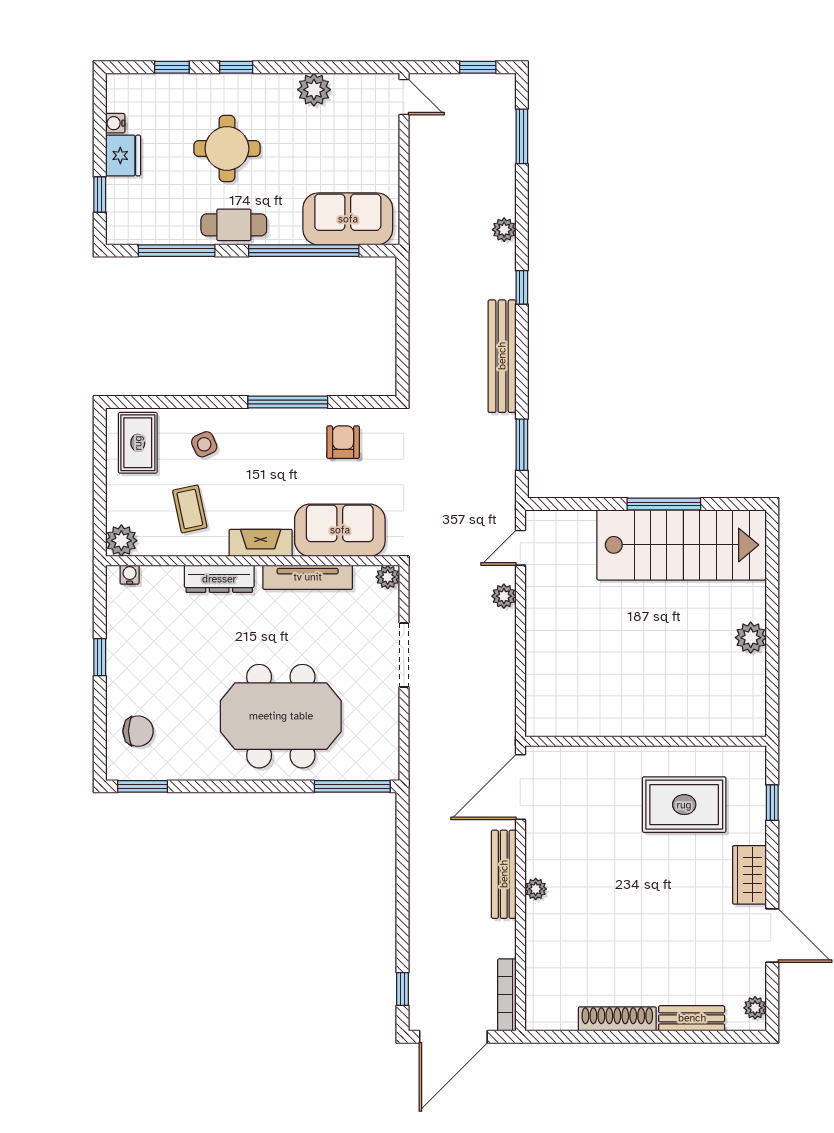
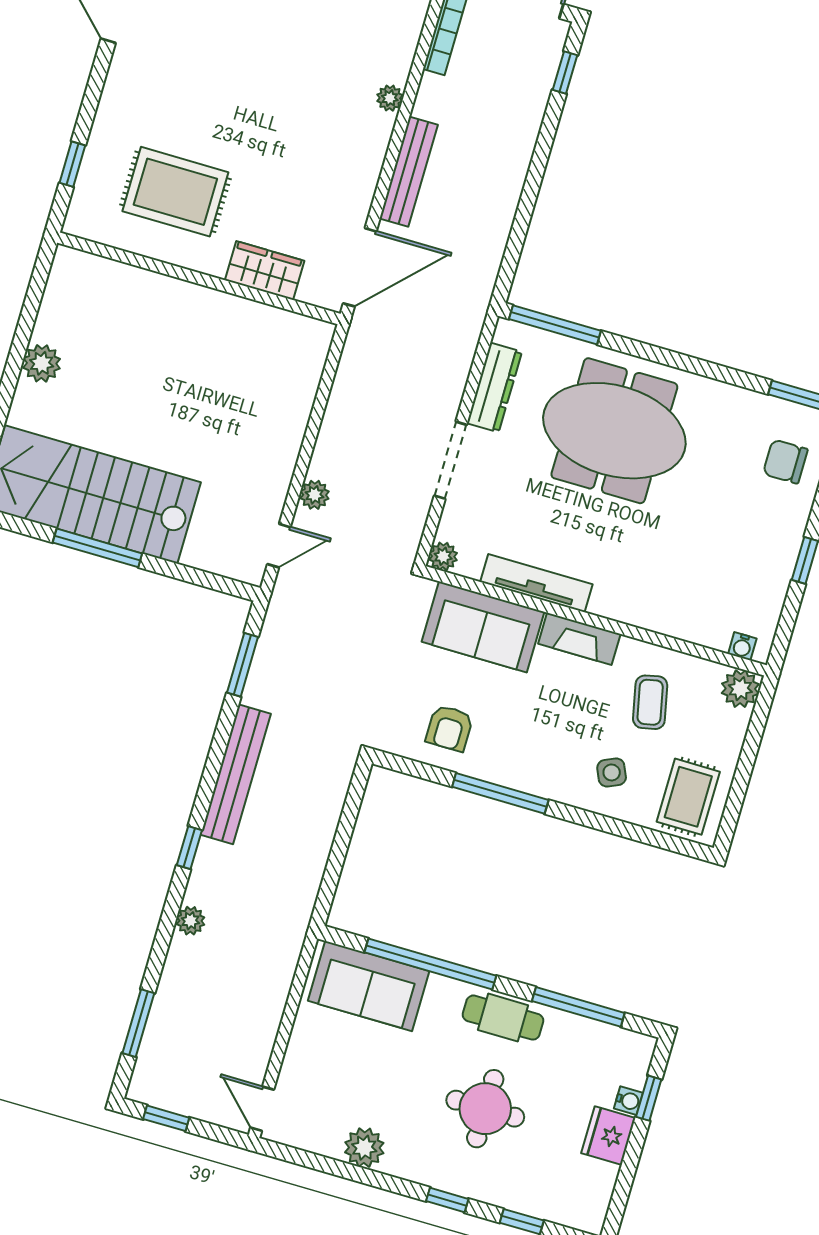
water cooler: (115, 123) -> (628, 1101), moved
dresser: (219, 579) -> (494, 387), moved, turned 90
wardrobe: (749, 875) -> (265, 271), moved, turned -90
plant: (536, 889) -> (390, 98), moved

